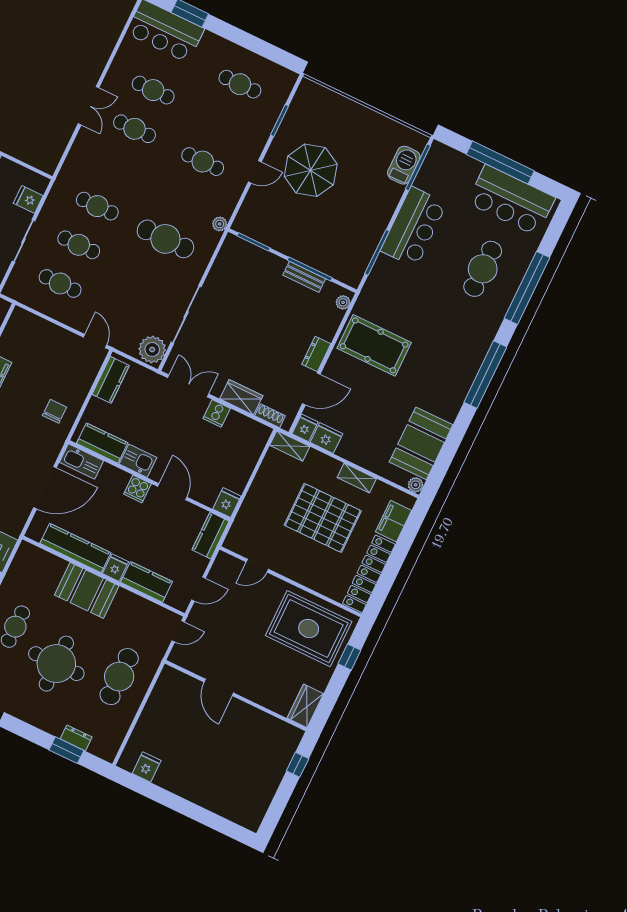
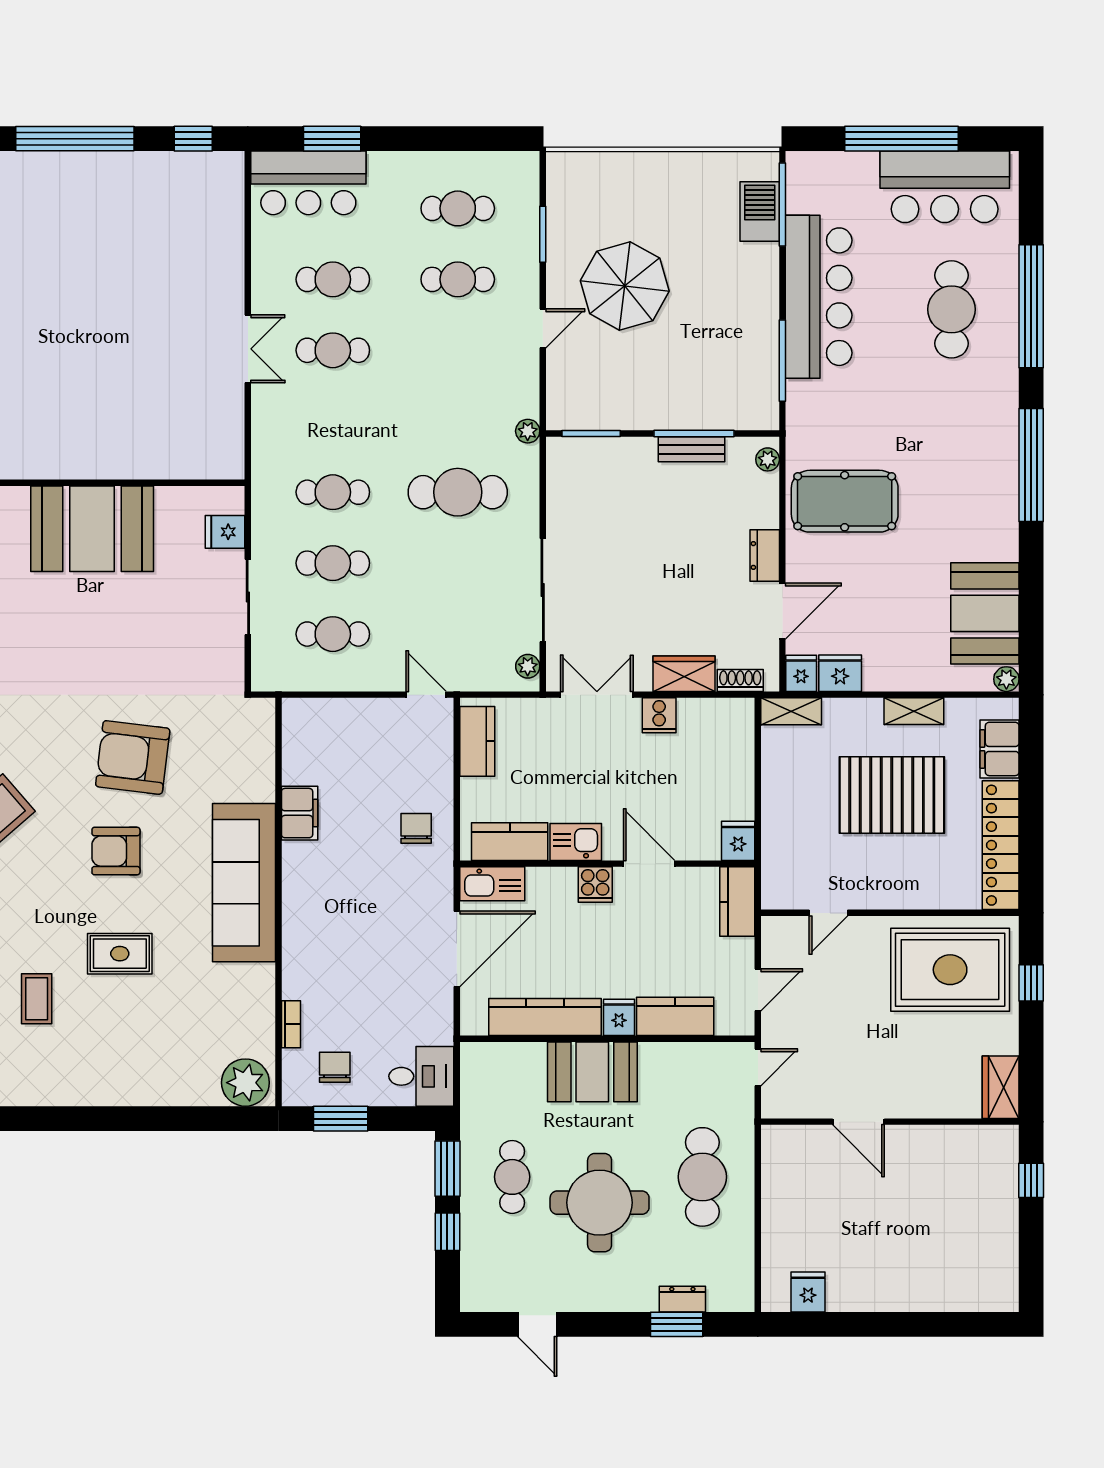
cafe table: (203, 162) -> (458, 279), moved
bar counter: (414, 227) -> (819, 297), width x1.36
plant: (152, 349) -> (528, 666), width x0.53, depth x0.53

